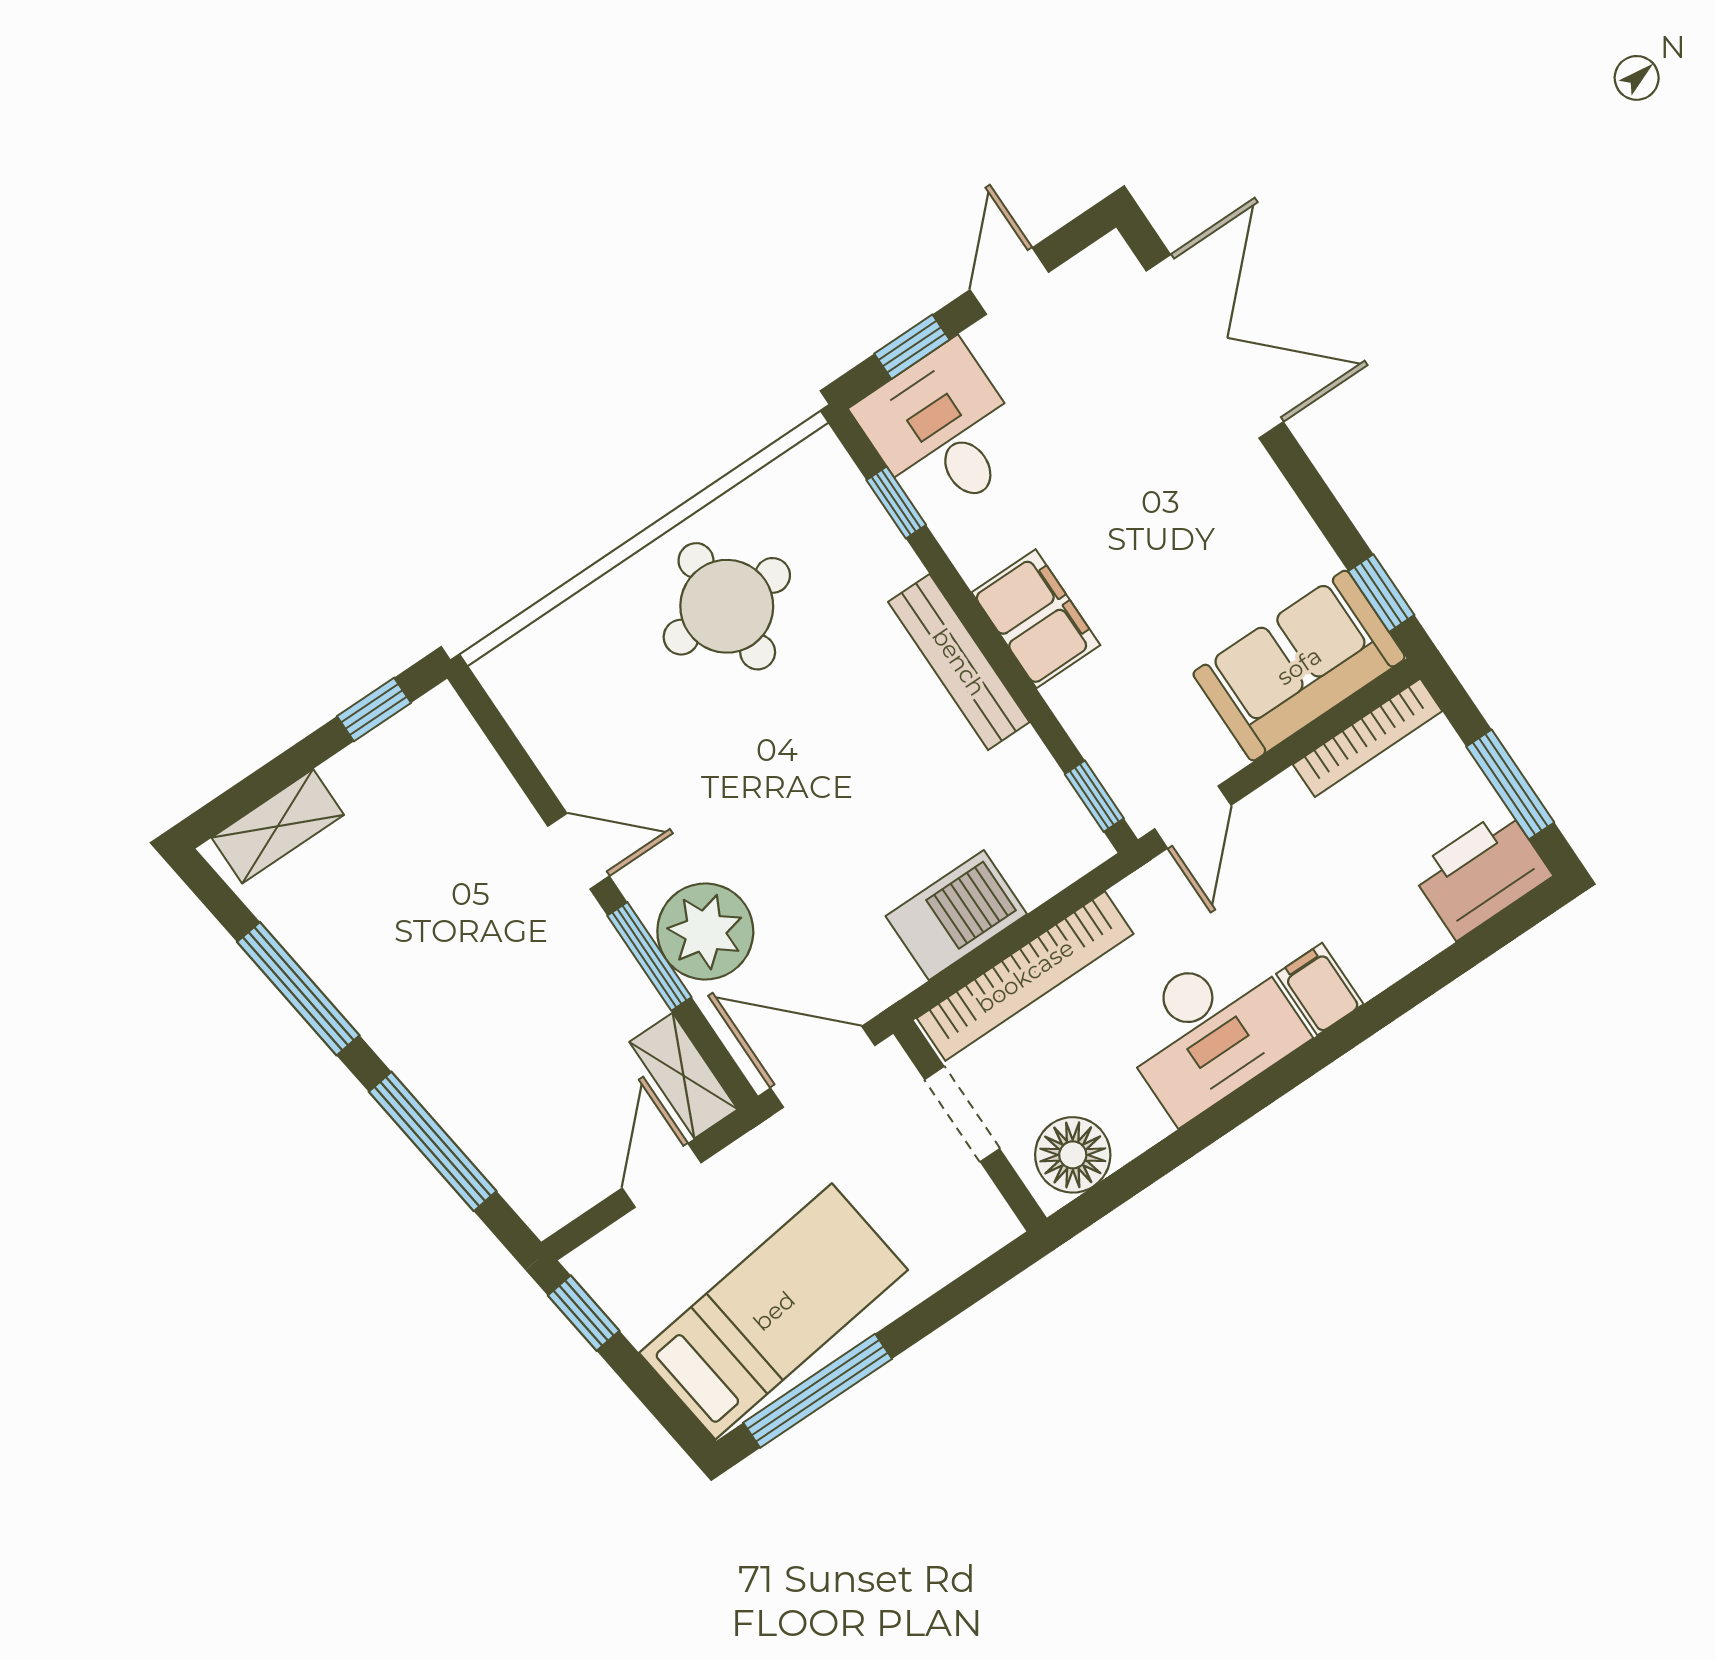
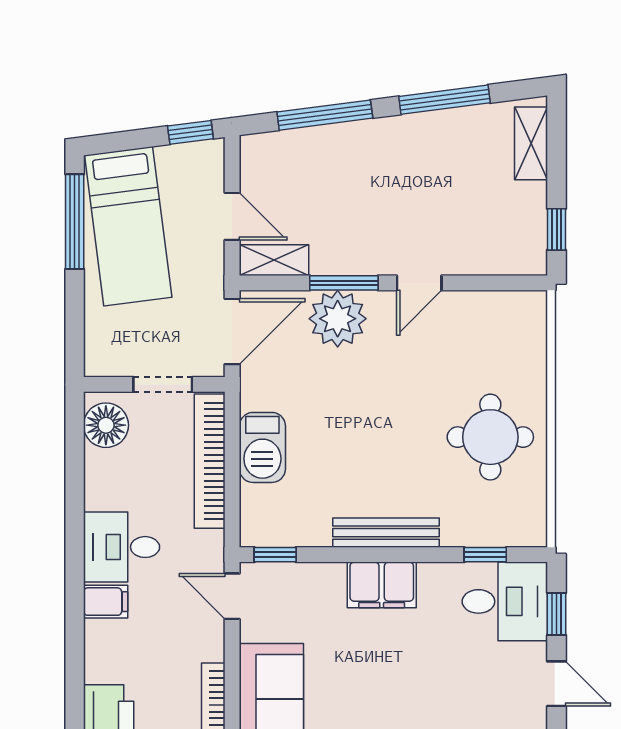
desk: (1210, 1031) -> (122, 547), width x0.73

